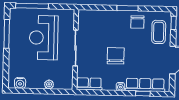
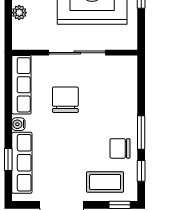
window: (152, 9) -> (141, 171), added
chair: (116, 56) -> (65, 100), moved, turned -90
row of seats: (89, 84) -> (21, 85), width x1.48

